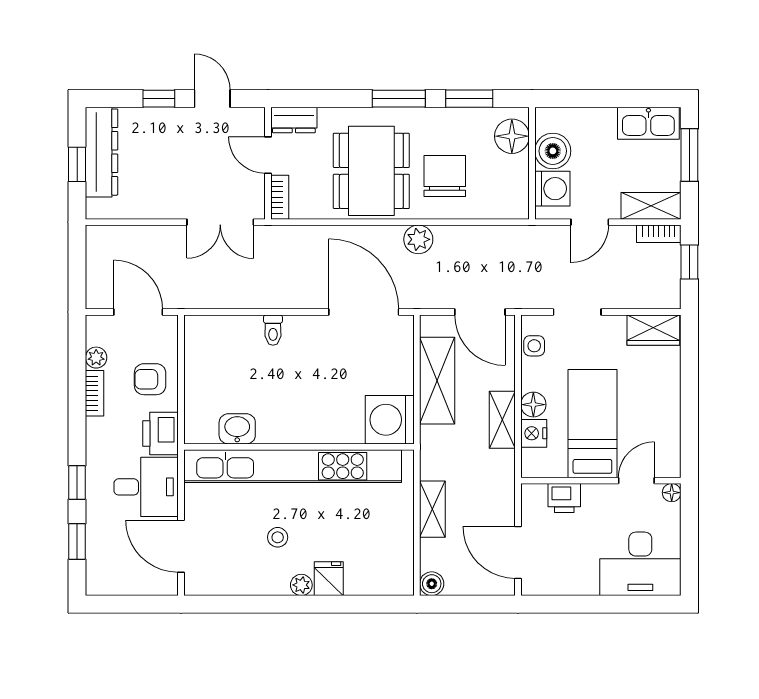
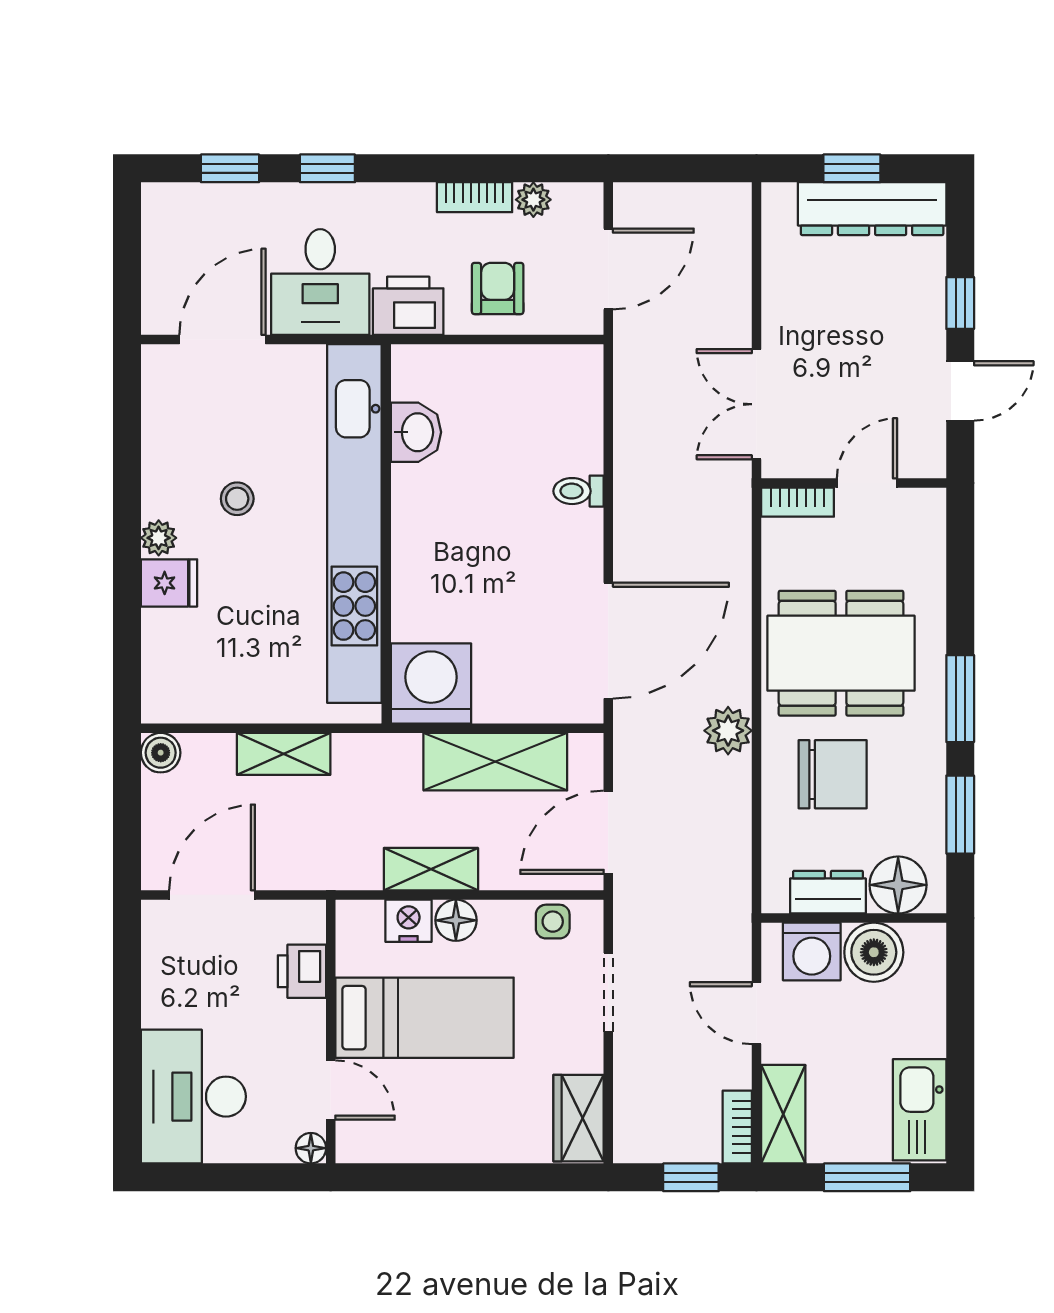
dresser: (294, 120) -> (828, 892), moved, turned 90

